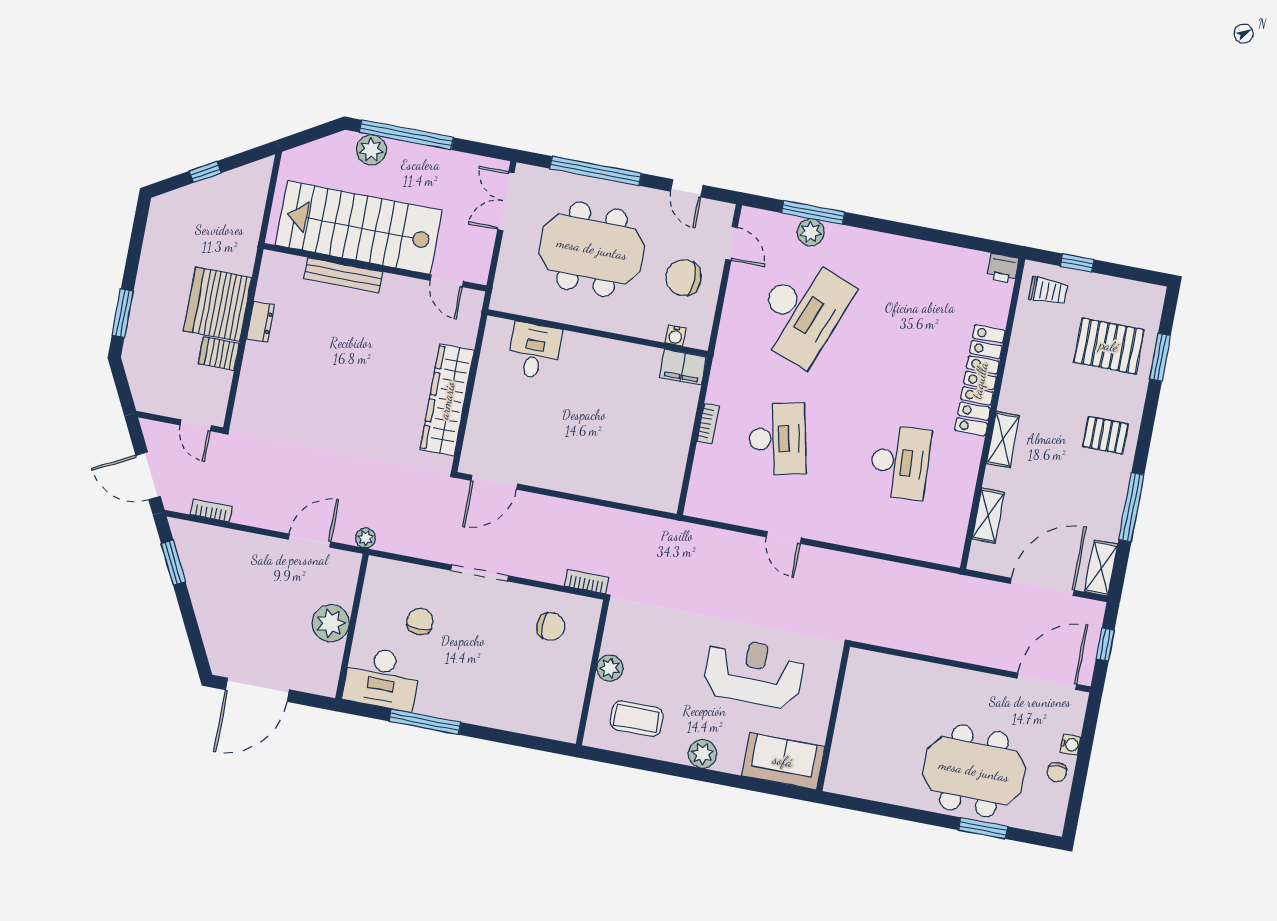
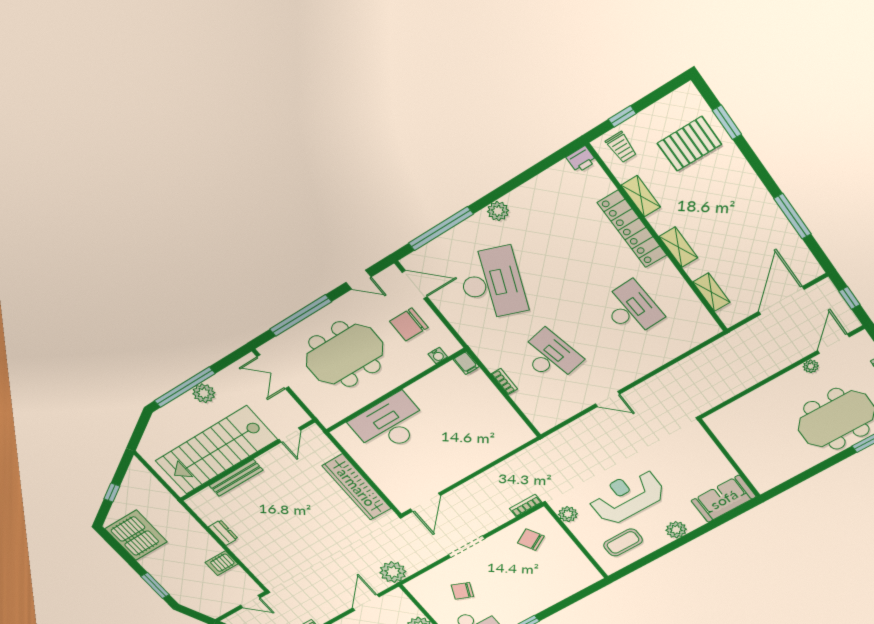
plant: (371, 150) -> (204, 393), moved
window: (813, 212) -> (441, 229), width x1.46
plant: (811, 232) -> (498, 211), moved
door: (732, 243) -> (415, 285), width x1.38
door: (447, 281) -> (290, 435), hinge flipped
trolley: (1048, 291) -> (621, 147), turned 90
server rack: (218, 304) -> (136, 535), moved, turned 180
desk: (534, 351) -> (390, 424), width x1.87, depth x1.30
filing cabinet: (683, 367) -> (466, 363), width x0.50
pallet: (1105, 435) -> (737, 193), removed
plant: (366, 538) -> (393, 572), width x1.88, depth x1.88
shelving: (1101, 568) -> (641, 196), moved
chair: (420, 621) -> (462, 591), turned -67
chair: (551, 626) -> (531, 540), turned -119
plant: (610, 668) -> (568, 514), moved
reception desk: (754, 673) -> (627, 496), moved
door: (1047, 681) -> (833, 344), width x0.73
plant: (1004, 686) -> (811, 366), added

